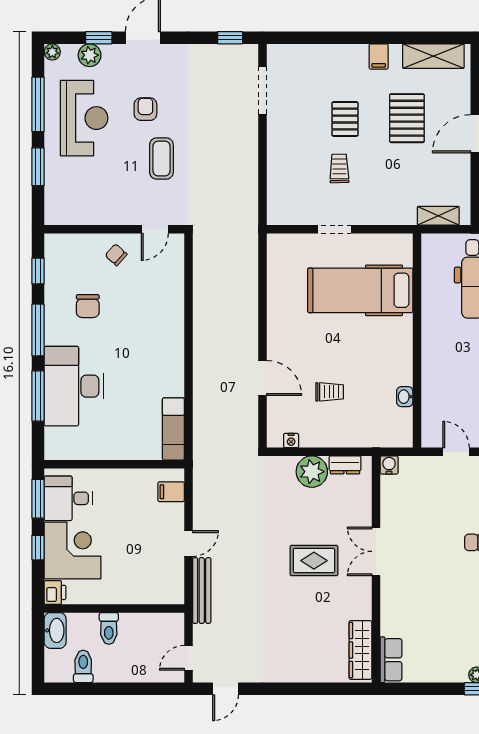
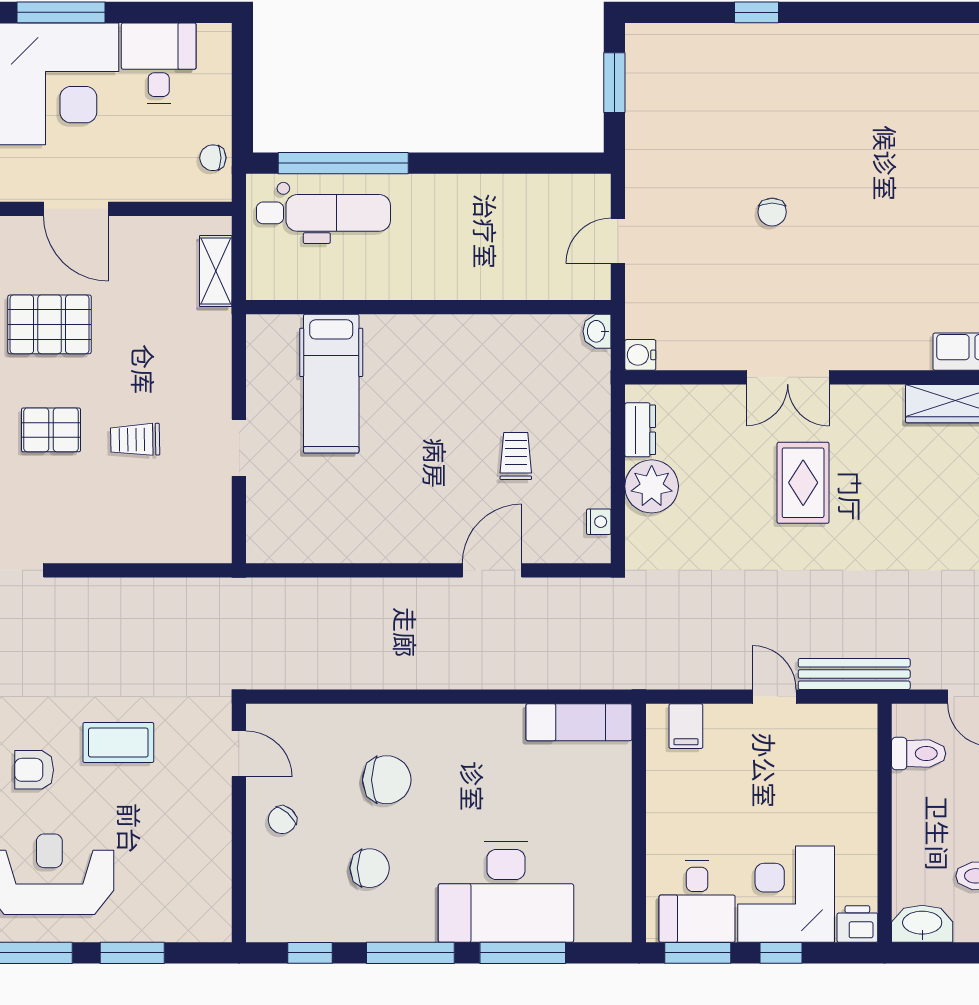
hospital bed: (360, 290) -> (331, 384), width x0.73, depth x0.78
chair: (140, 316) -> (387, 780), added
washbasin: (405, 397) -> (597, 331), moved, turned 90
toilet: (109, 628) -> (919, 754), moved

